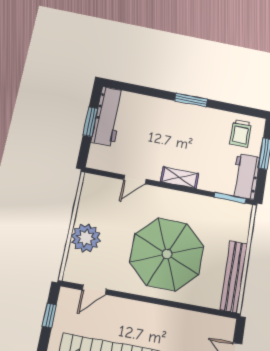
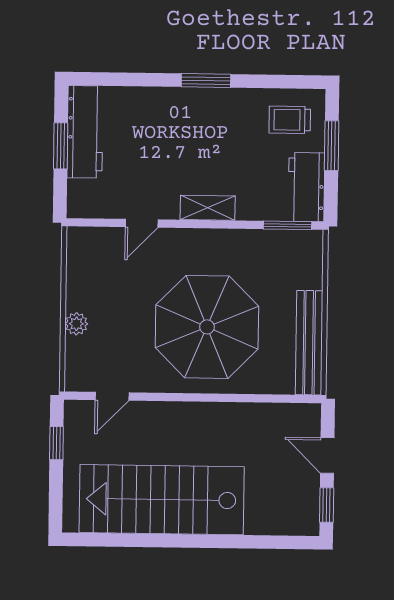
trolley: (241, 133) -> (290, 120), turned 90
plant: (86, 238) -> (76, 324), width x0.53, depth x0.53

